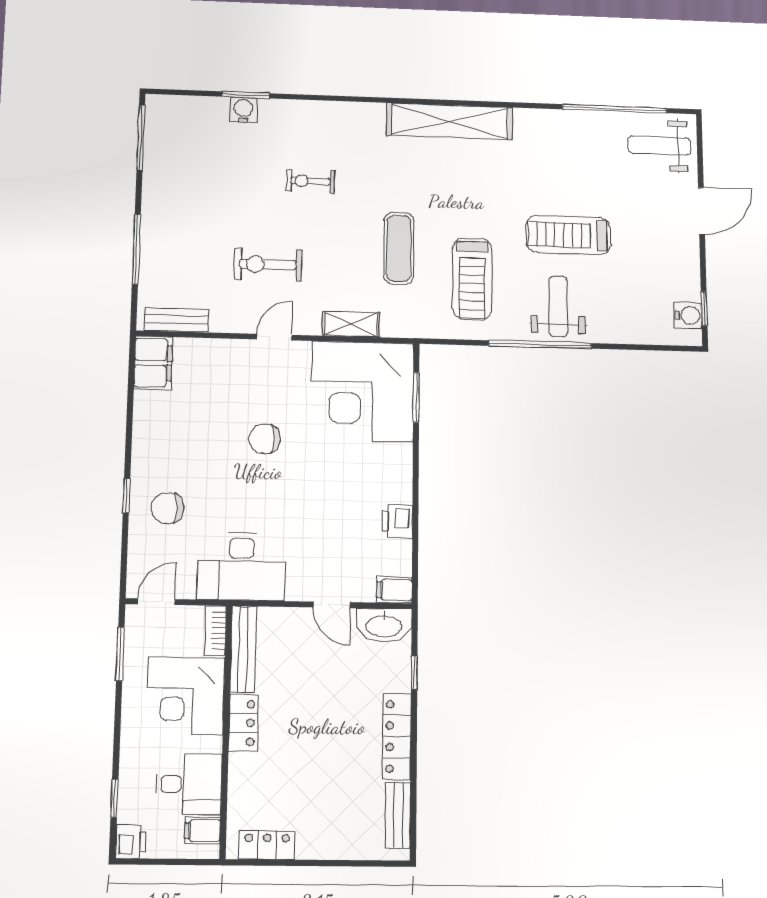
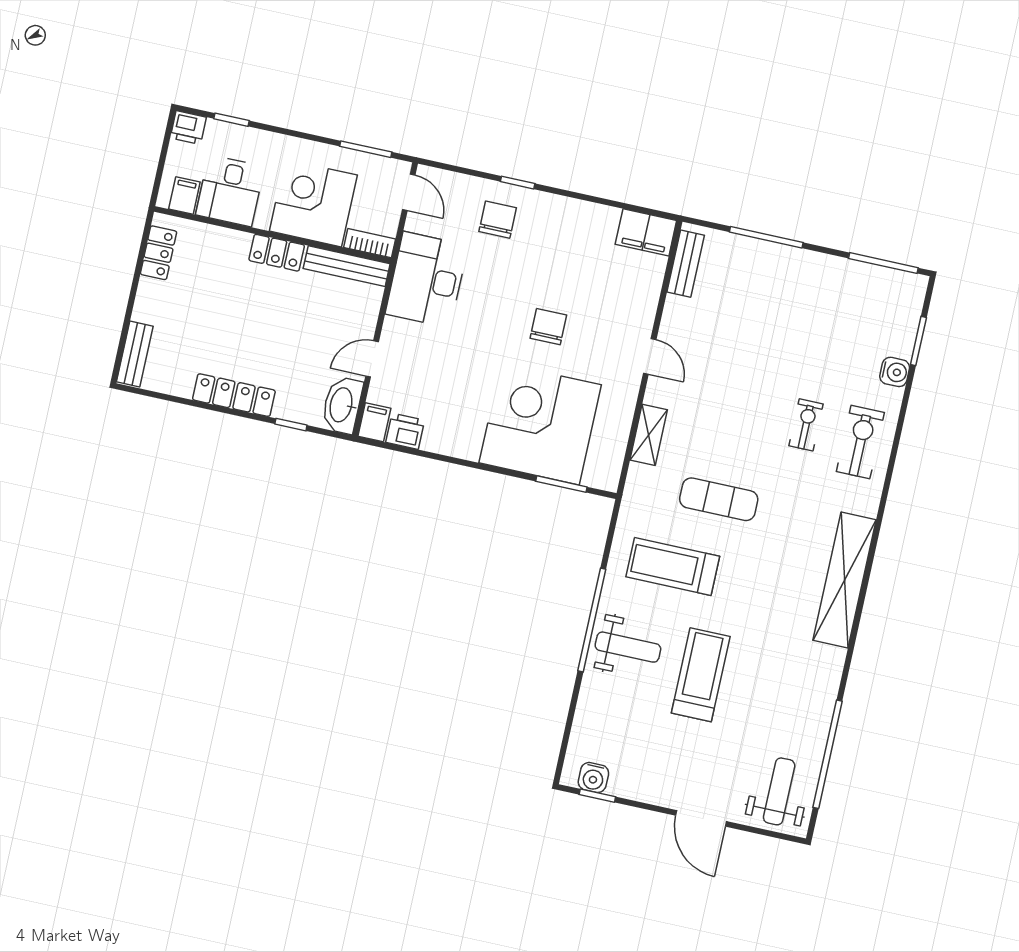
window: (246, 95) -> (918, 341), moved
exercise bike: (268, 264) -> (860, 442), moved
corner desk: (362, 391) -> (540, 424), moved
printer: (397, 521) -> (405, 431), moved
bench: (398, 815) -> (135, 354), moved, turned 90

